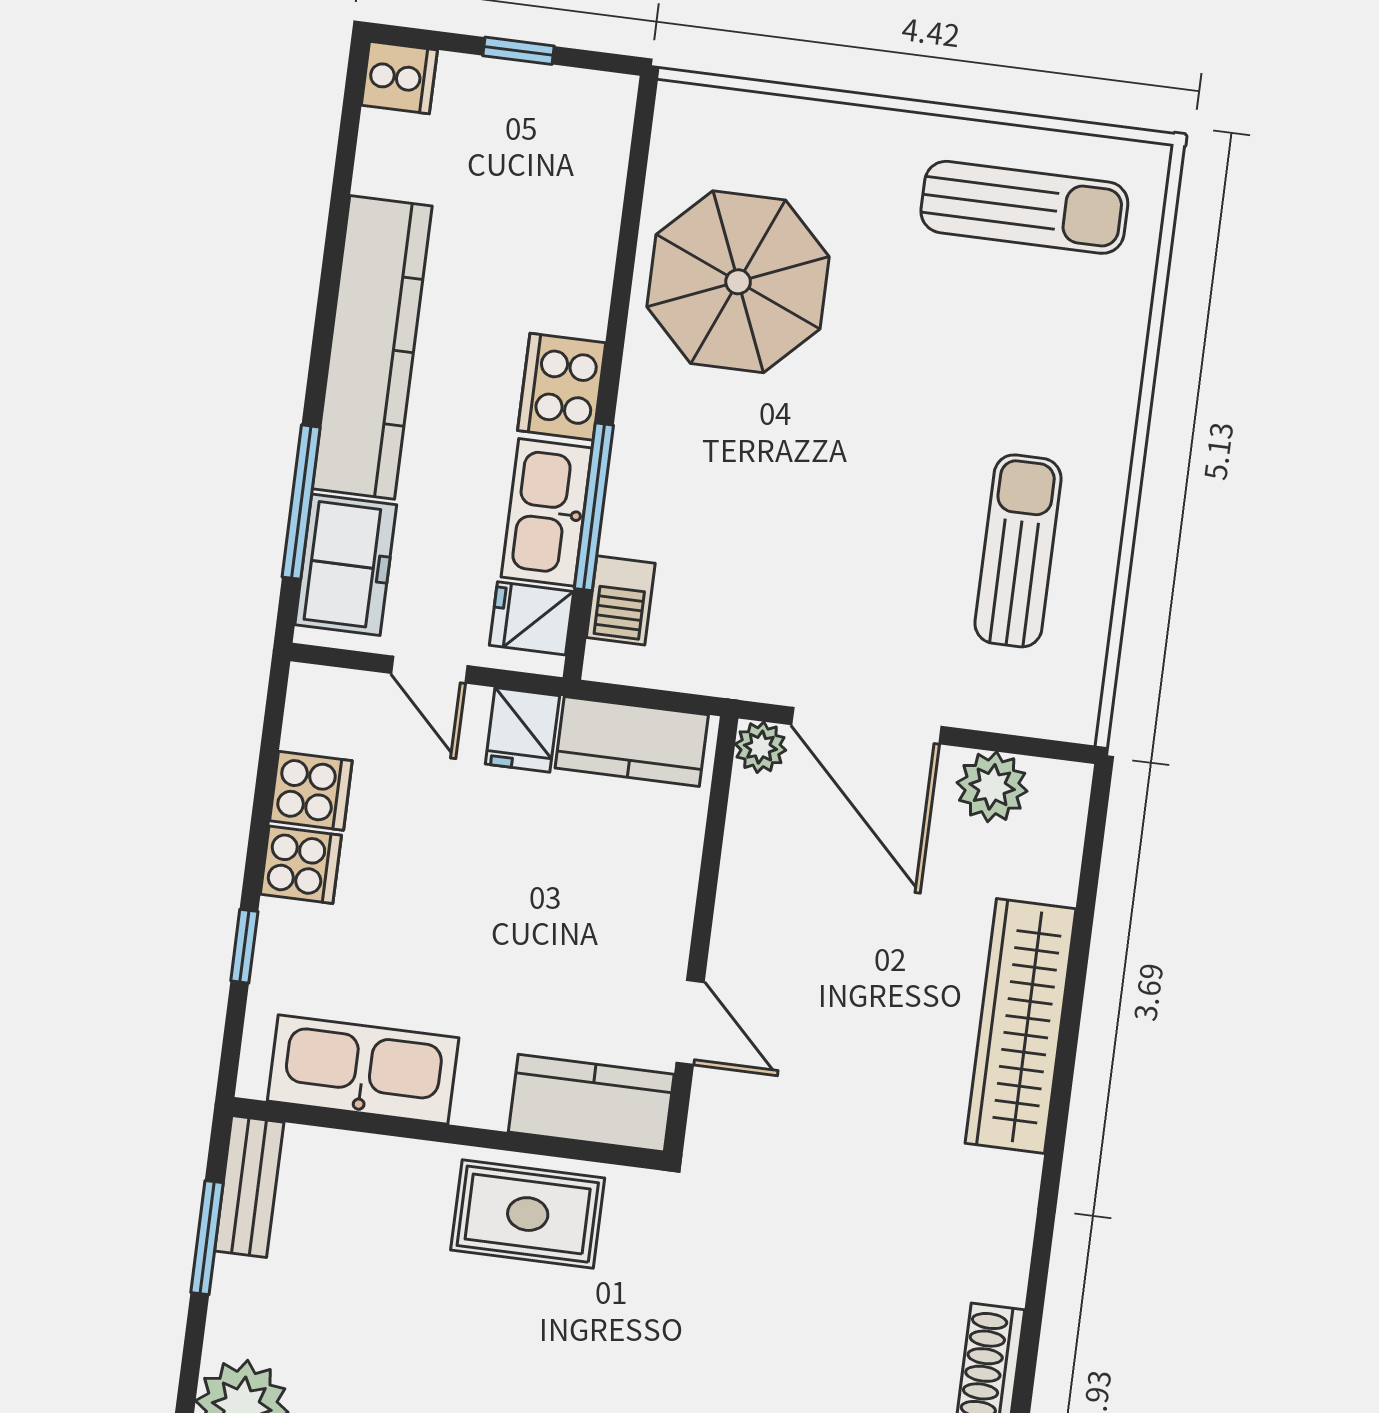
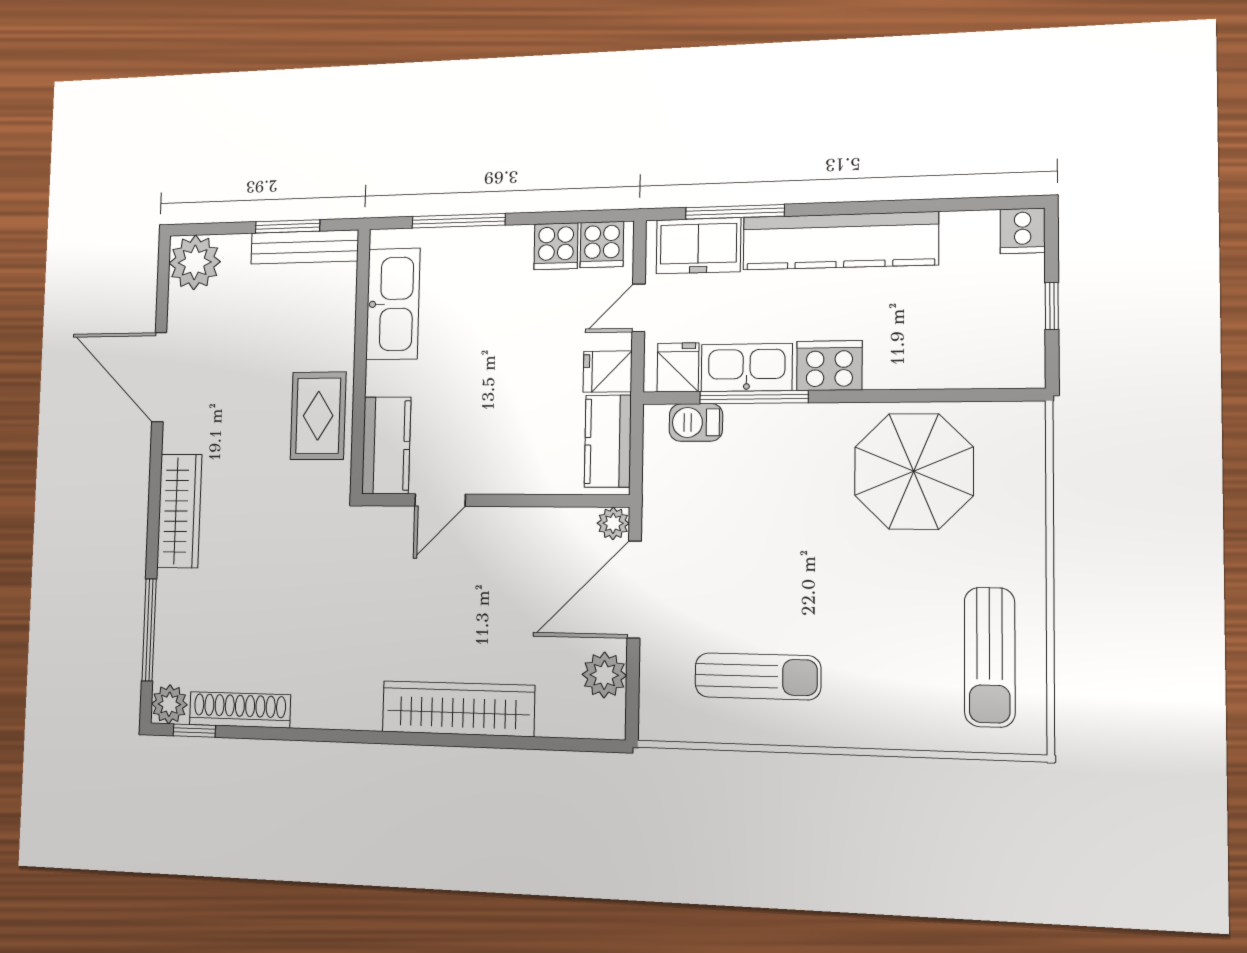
cooker: (301, 865) -> (602, 245), moved
window: (244, 946) -> (458, 221), width x2.17
bench: (249, 1187) -> (305, 247), width x1.36

